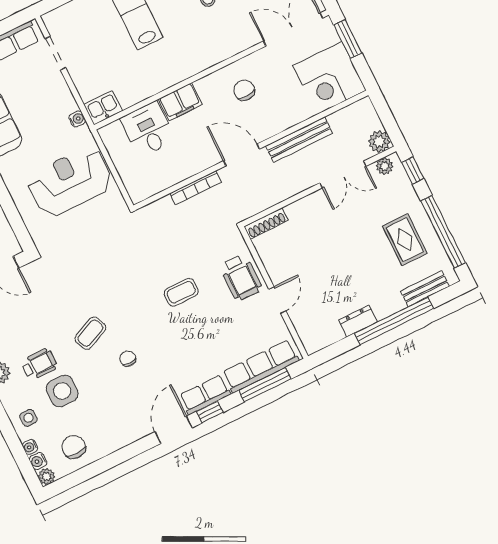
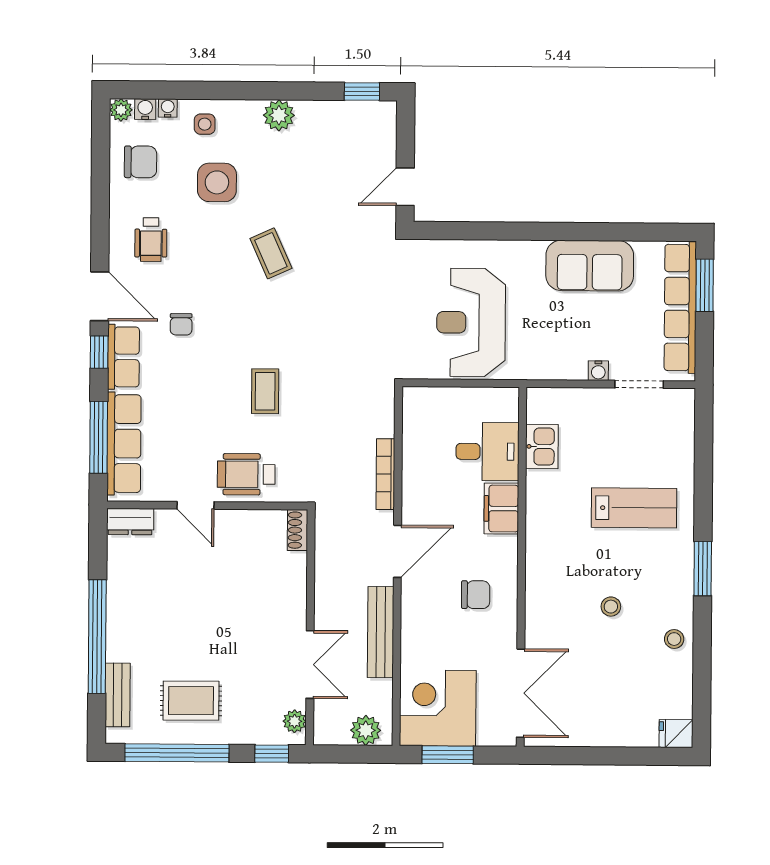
window: (348, 39) -> (448, 755), moved
kitchen sink: (103, 108) -> (542, 446), moved
water cooler: (77, 119) -> (598, 371), moved
plant: (379, 142) -> (366, 730), moved
double door: (343, 175) -> (310, 665), swing flipped
reception desk: (70, 182) -> (471, 322), turned 180
shoe rack: (266, 223) -> (298, 530), width x0.70
dresser: (358, 321) -> (130, 522), moved, turned 90
chair: (128, 359) -> (181, 324), moved, turned 90
wheelchair: (39, 364) -> (151, 240), moved

